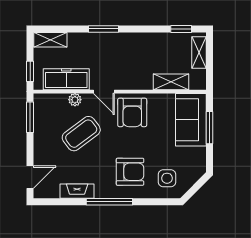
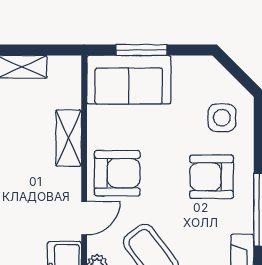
shelving: (171, 82) -> (69, 138), moved
armchair: (130, 172) -> (212, 177), turned -90

